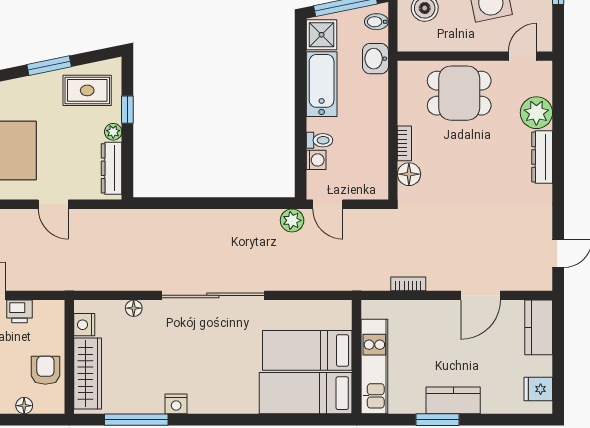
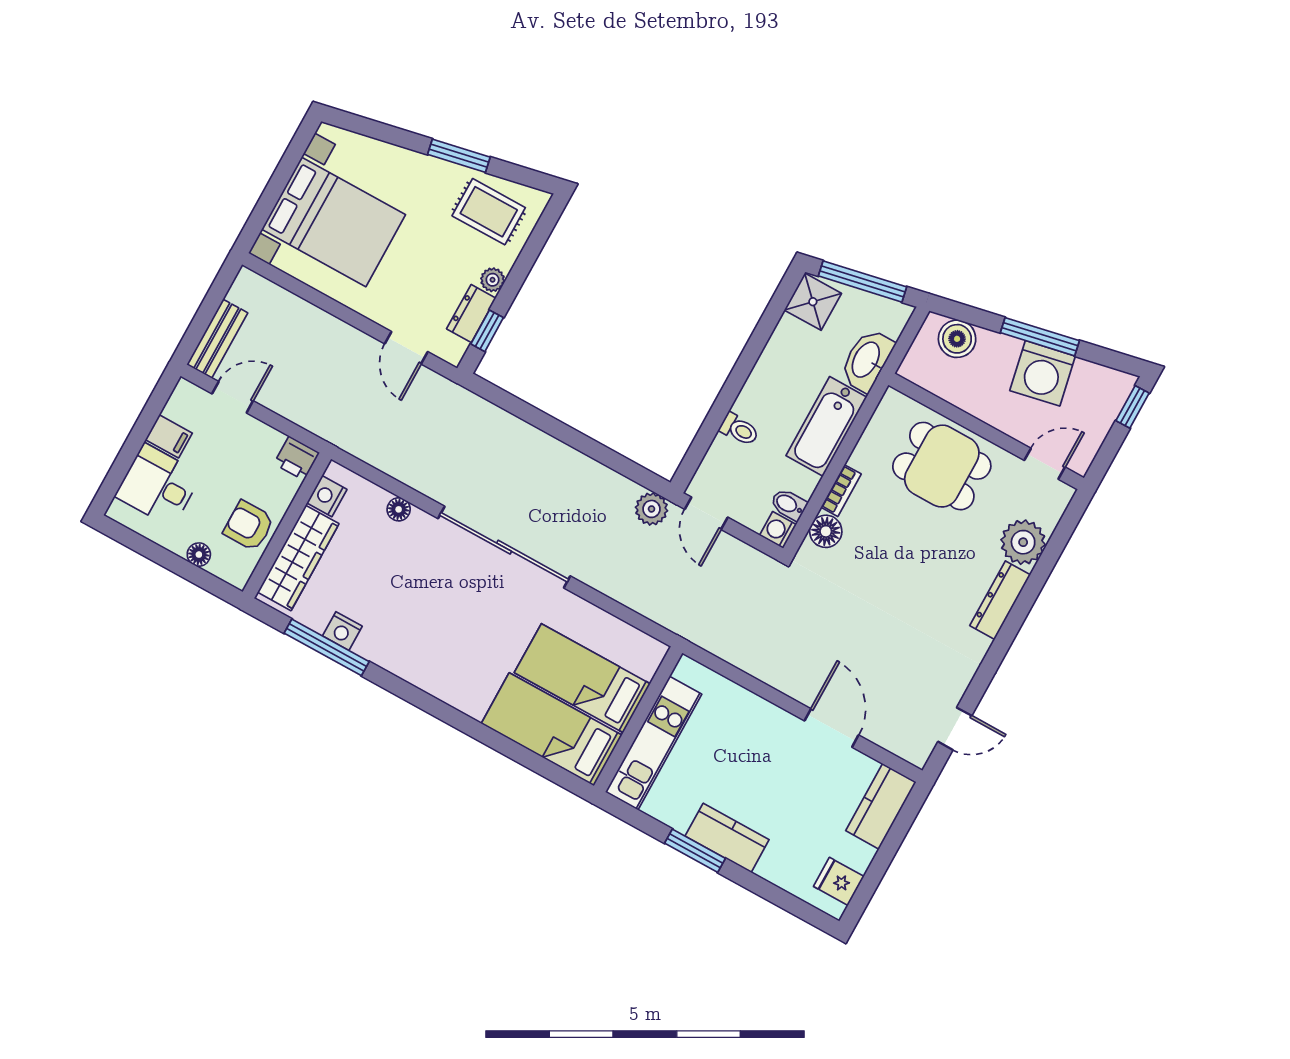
bidet: (376, 22) -> (789, 504), moved
washbasin: (375, 59) -> (867, 360), width x1.38
bathtub: (322, 84) -> (826, 426), moved, turned 180
window: (127, 110) -> (487, 331), moved
washing machine: (316, 160) -> (778, 530), moved, turned 180
dresser: (111, 168) -> (471, 314), width x0.70
door: (53, 204) -> (406, 348), moved
bookcase: (408, 284) -> (751, 665), removed
door: (481, 295) -> (832, 728), swing flipped
printer: (19, 311) -> (297, 458), moved
armchair: (45, 370) -> (249, 526), turned -90
nightstand: (176, 404) -> (342, 631), moved

